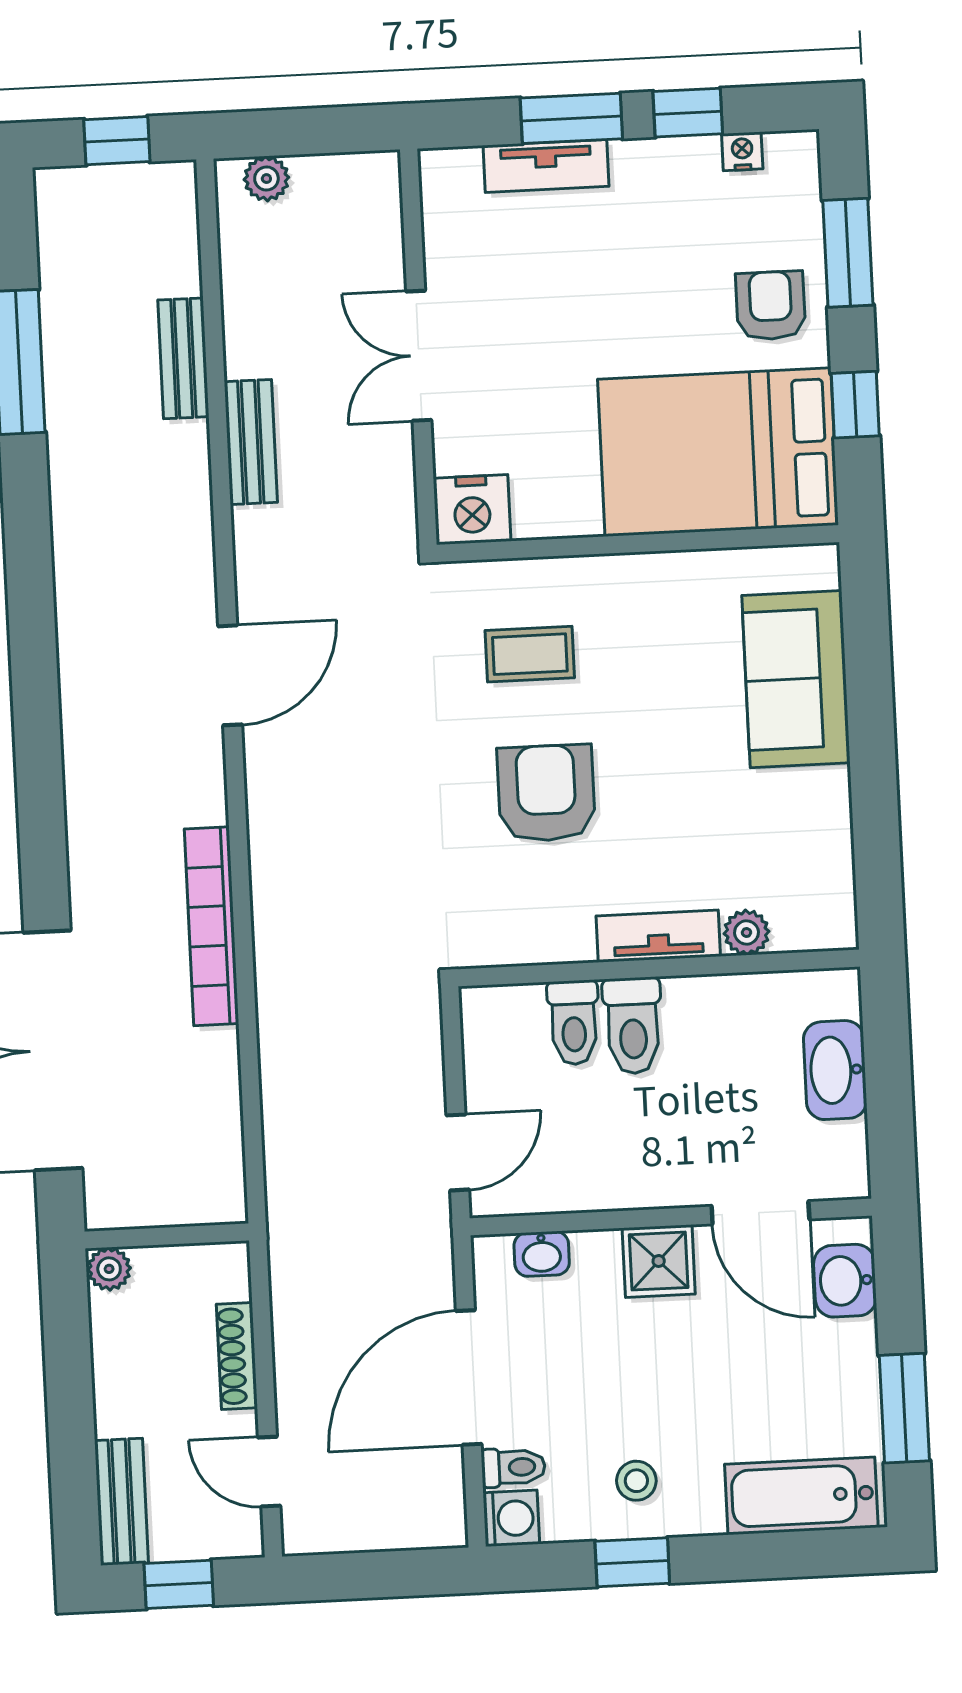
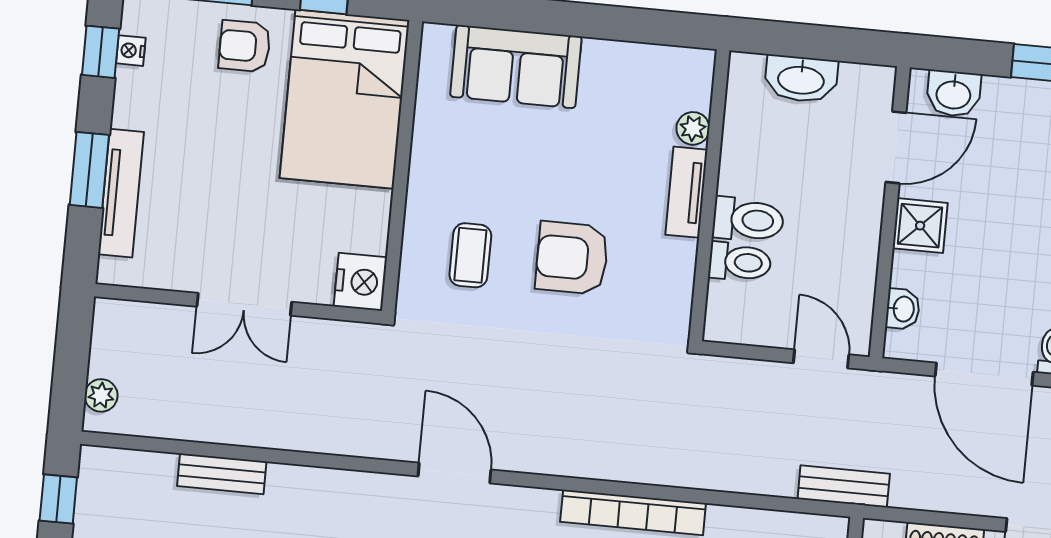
window: (688, 113) -> (101, 52), moved
tv unit: (546, 166) -> (121, 193), width x1.41
bench: (251, 442) -> (844, 486), moved

